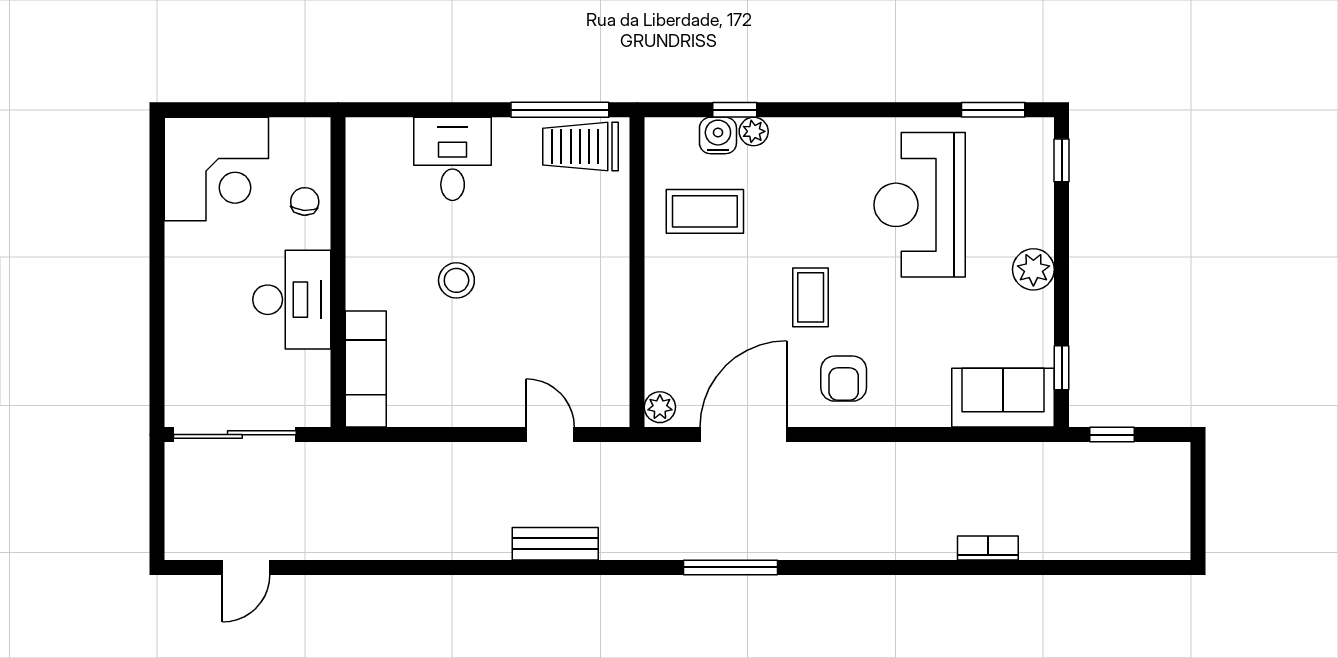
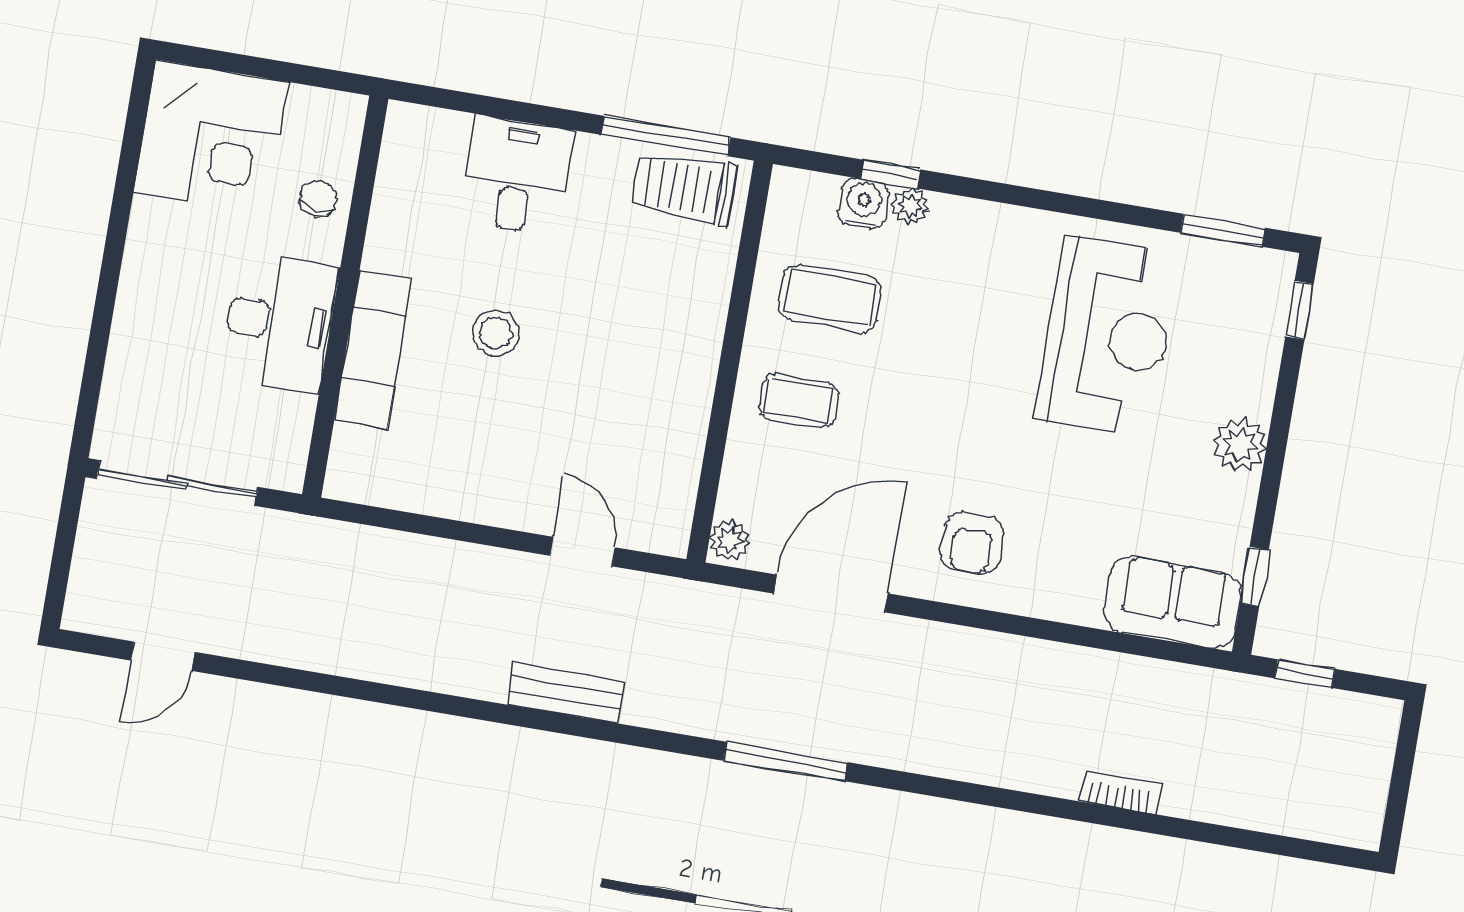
reception desk: (920, 205) -> (1108, 337), turned 180
coffee table: (811, 297) -> (799, 401), moved, turned 90
exam couch: (366, 369) -> (373, 349), moved

